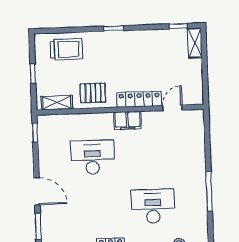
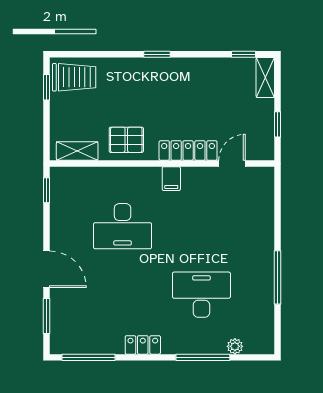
trolley: (66, 49) -> (74, 77), moved
window: (33, 74) -> (46, 87), moved
window: (205, 77) -> (277, 124), added
filing cabinet: (127, 121) -> (171, 179), width x0.50
desk: (92, 157) -> (123, 226), turned 180

